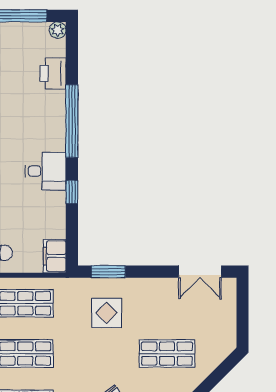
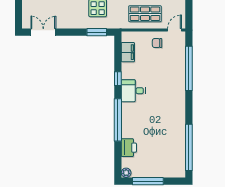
filing cabinet: (55, 256) -> (128, 52), moved

